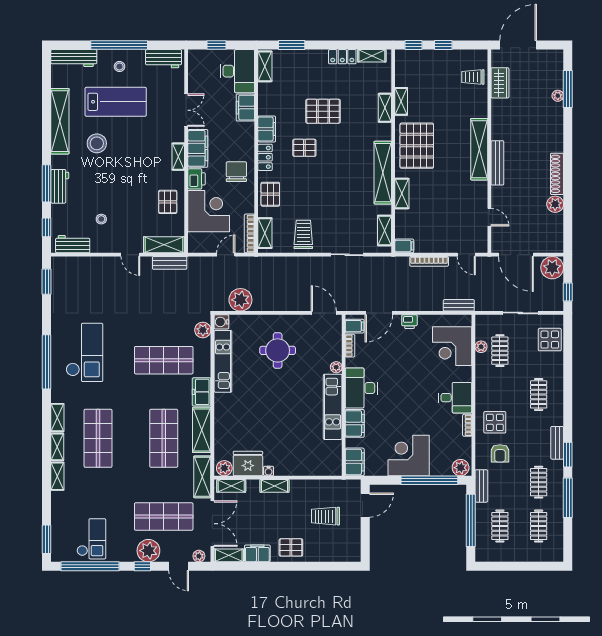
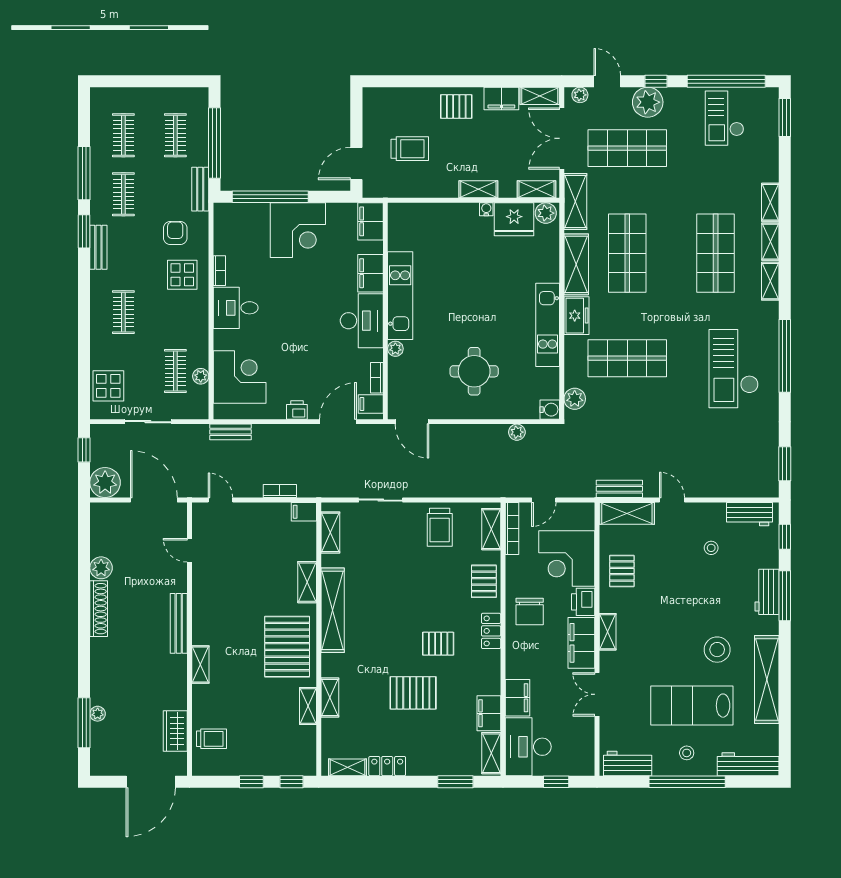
filing cabinet: (267, 129) -> (489, 713), moved
shelving: (479, 149) -> (200, 664), width x0.45, depth x0.75
bookcase: (429, 261) -> (280, 491), width x0.64
plant: (240, 300) -> (517, 432), width x0.53, depth x0.53
kitchen unit: (223, 361) -> (548, 325), moved
plant: (461, 468) -> (228, 214), removed

